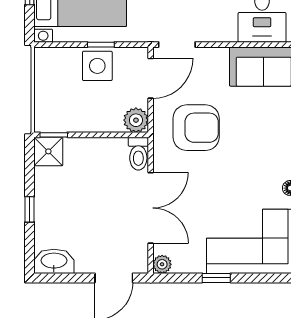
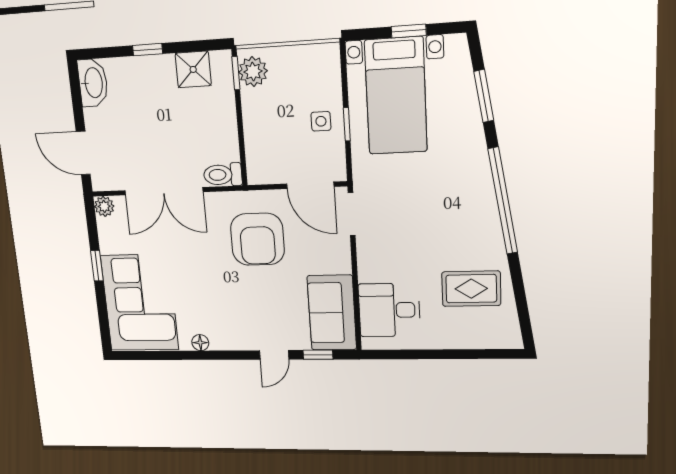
side table: (97, 66) -> (321, 121), width x0.54, depth x0.54
plant: (136, 120) -> (253, 72), moved
shower: (48, 151) -> (193, 69), moved

